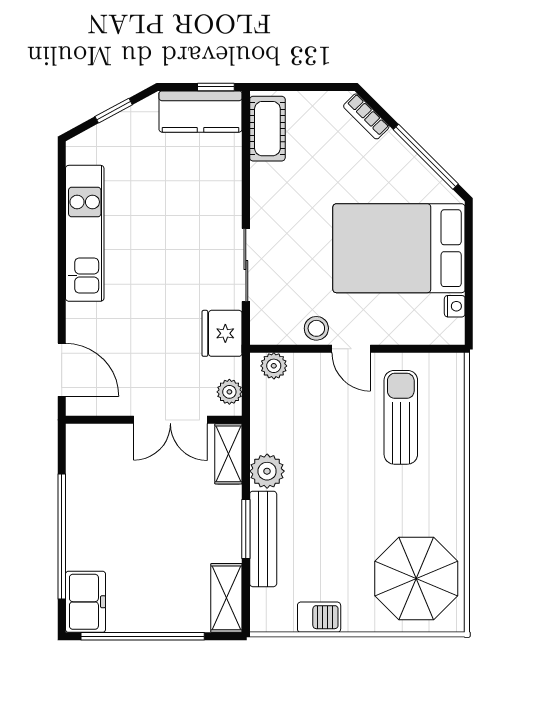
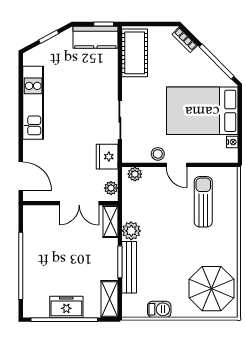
cot: (267, 129) -> (135, 53), width x1.37, depth x1.34
freezer: (86, 602) -> (66, 307), moved, turned -90

